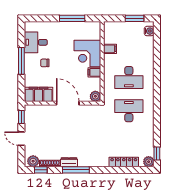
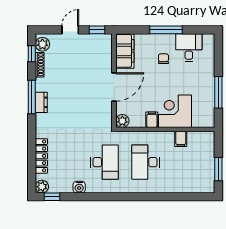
water cooler: (149, 31) -> (79, 187), moved
dresser: (69, 162) -> (41, 102), moved

